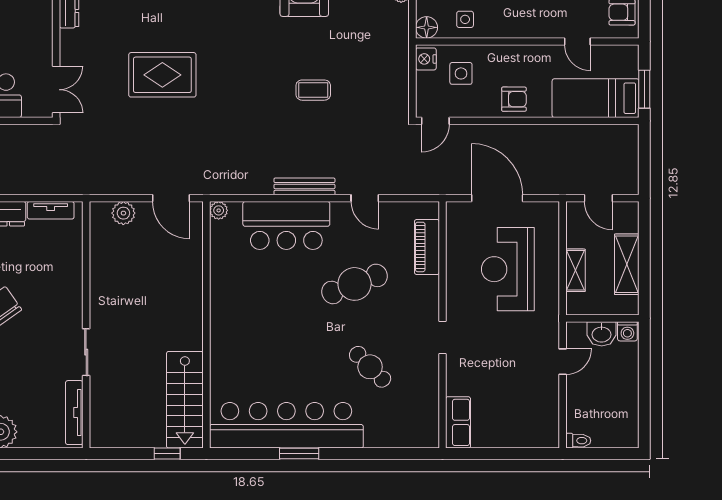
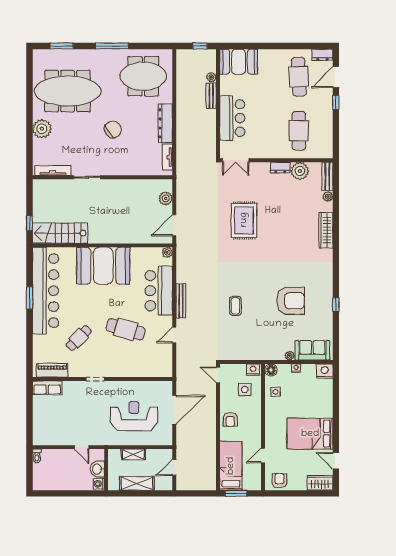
piano: (427, 247) -> (52, 370), moved
cafe table: (355, 284) -> (126, 329), turned -53
booth: (242, 323) -> (103, 266), added

